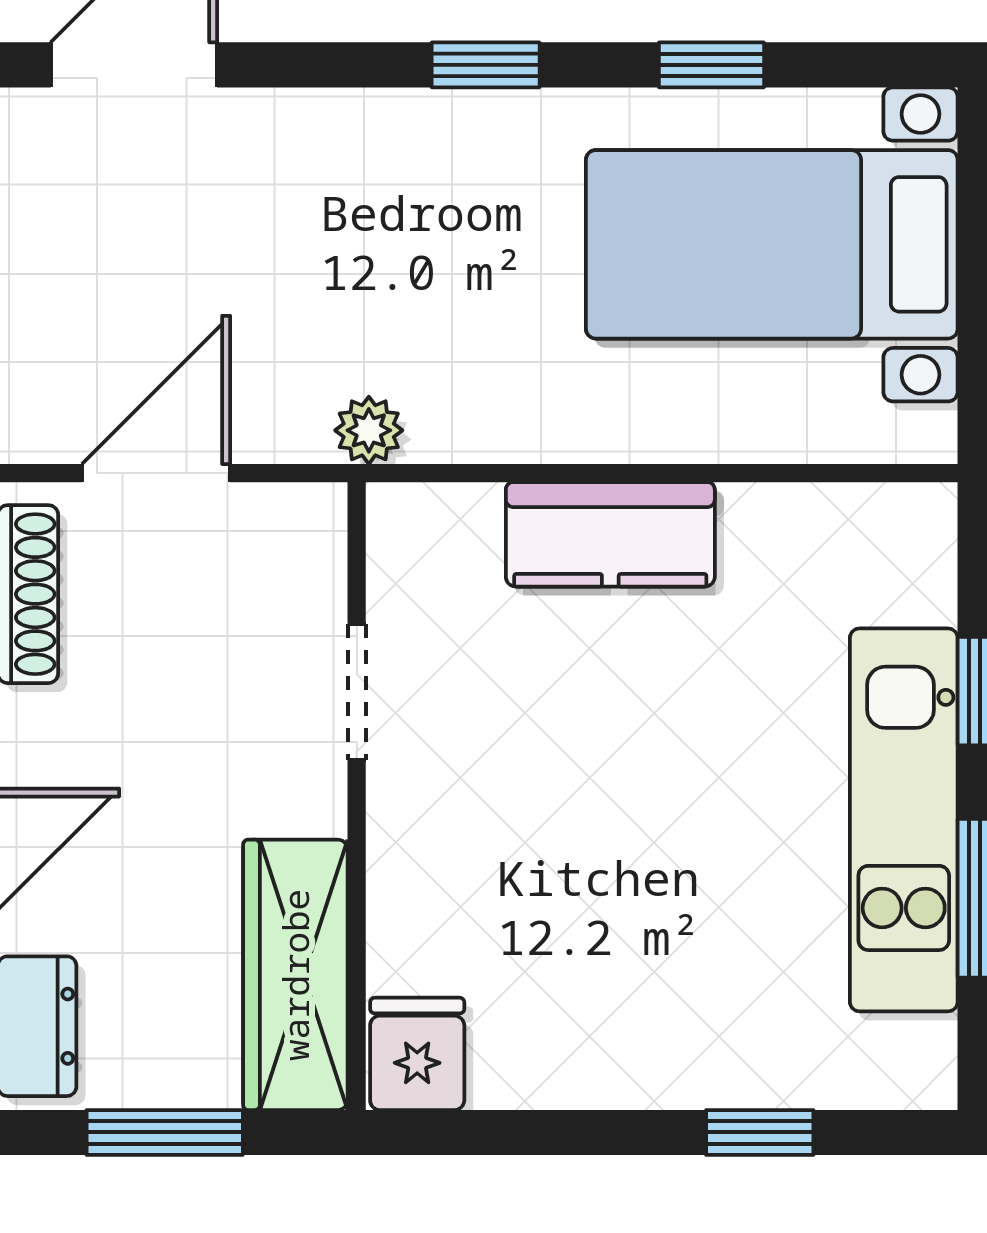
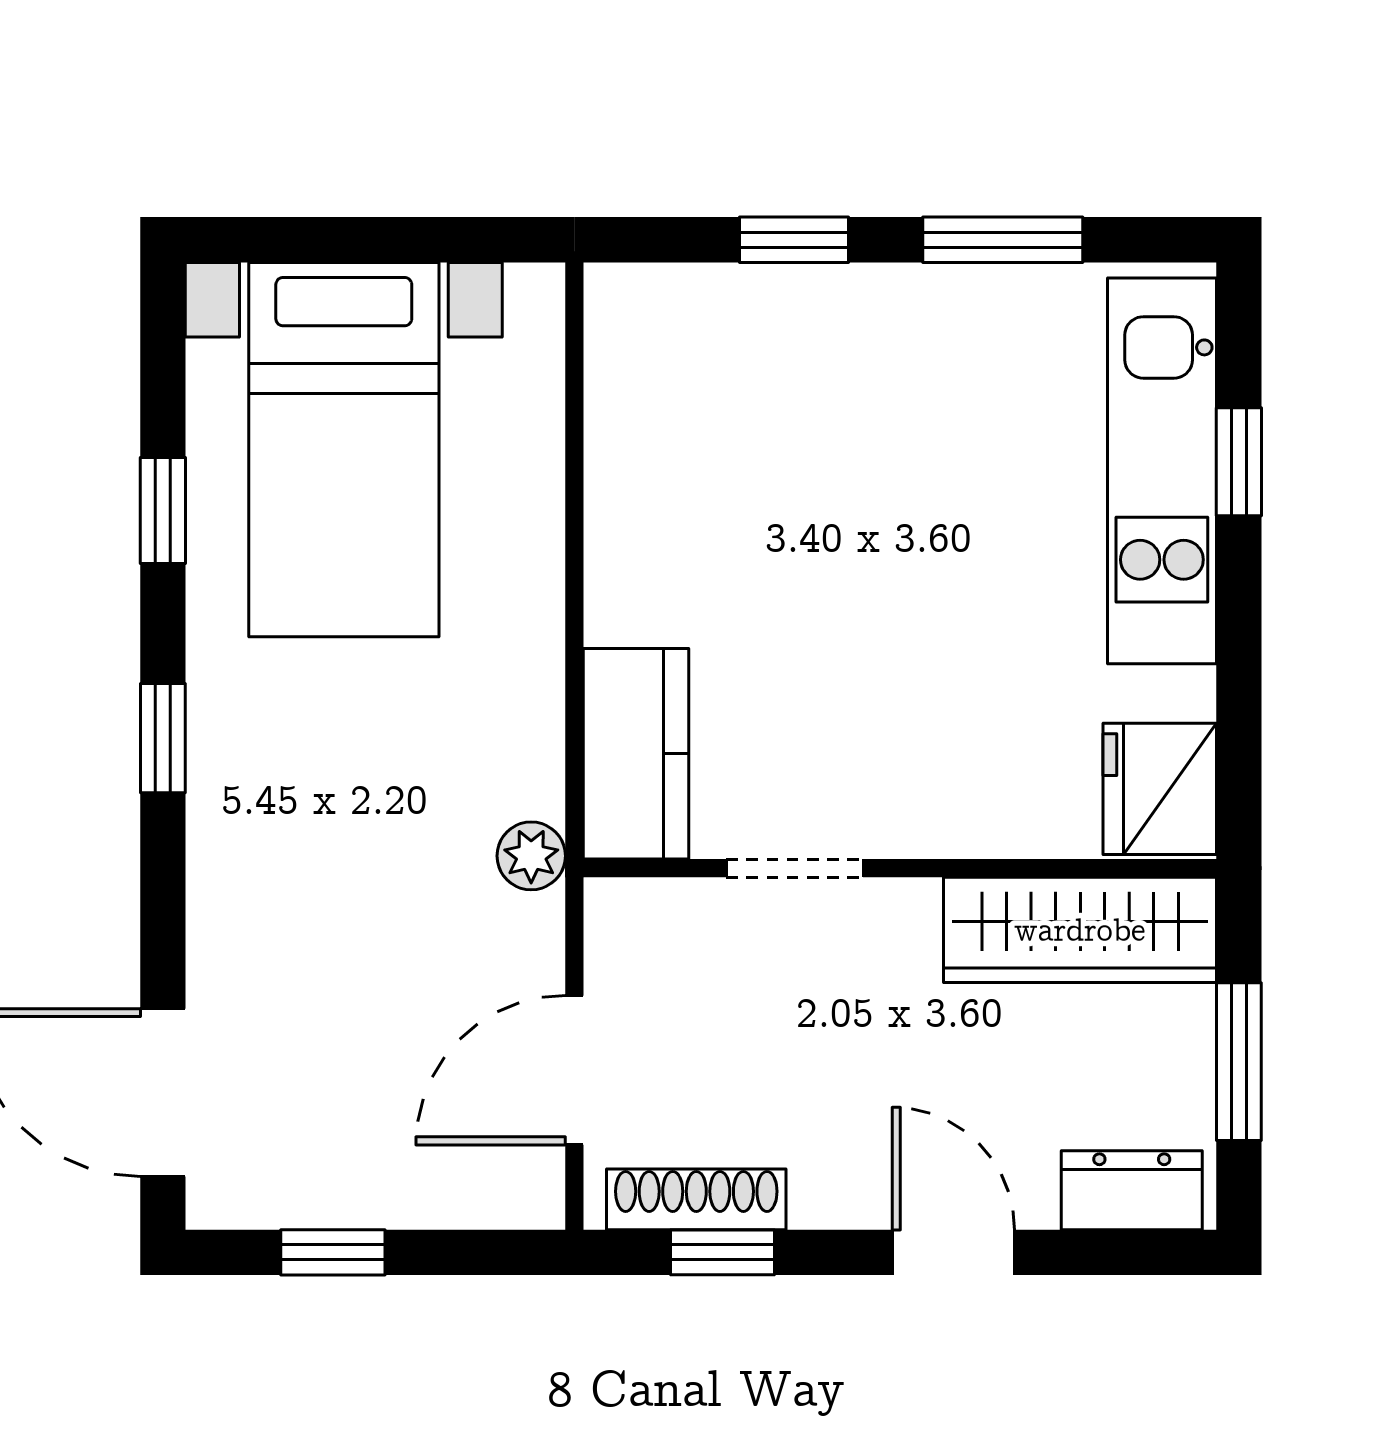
door: (156, 473) -> (574, 1070), hinge flipped
kitchen counter: (610, 534) -> (636, 754), moved
kitchen unit: (904, 820) -> (1162, 471), moved, turned 90
fridge: (417, 1054) -> (1160, 789), width x1.38

